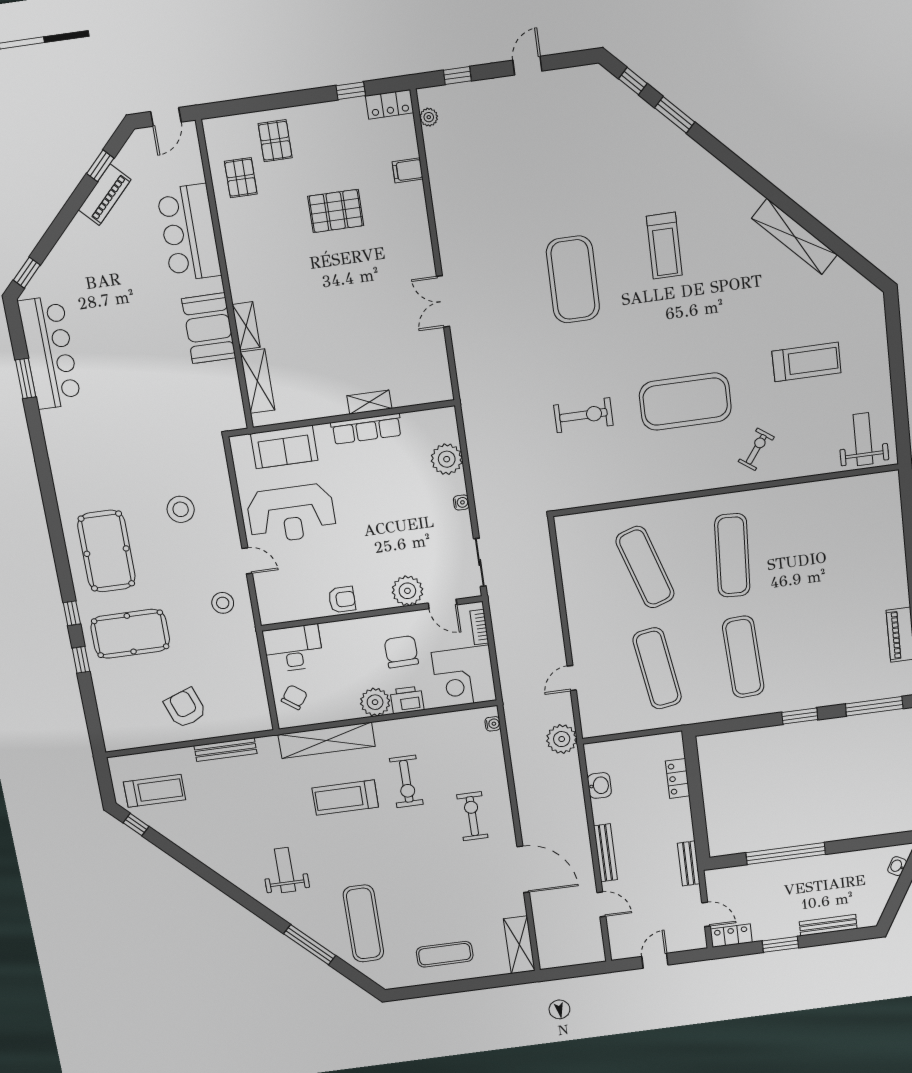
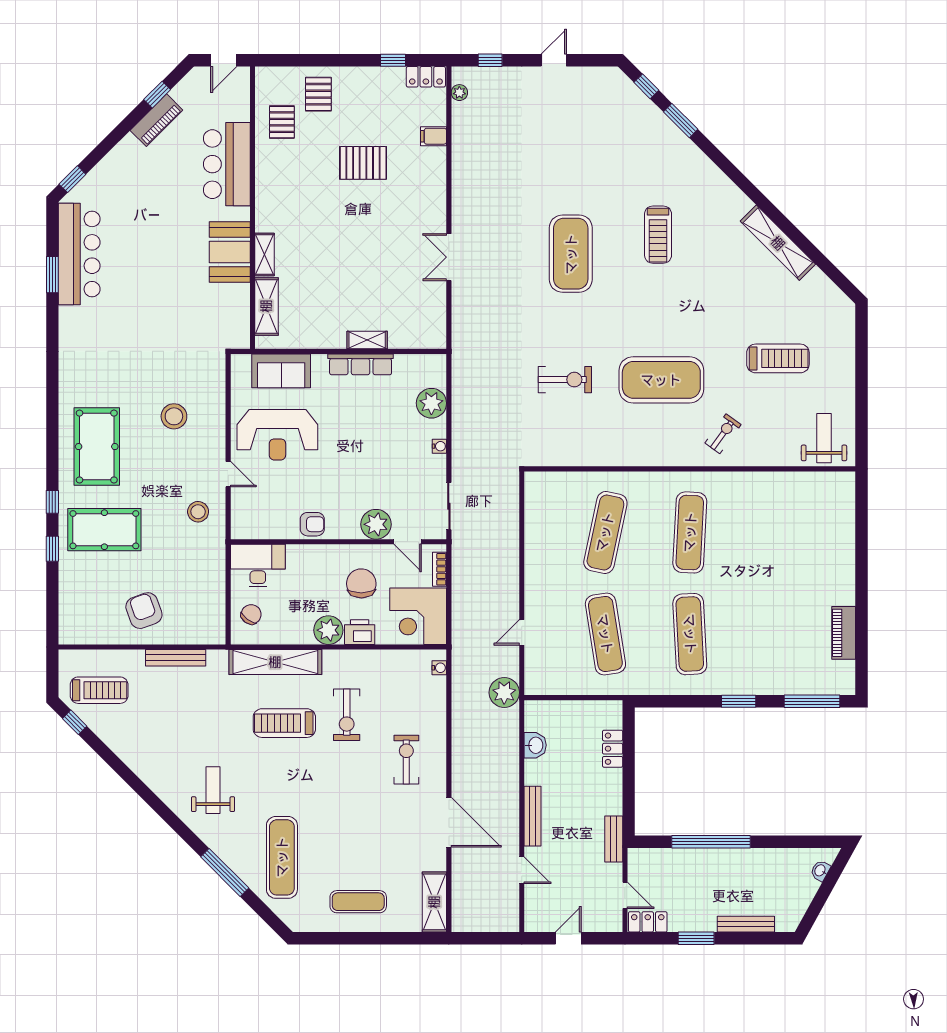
exercise mat: (645, 567) -> (605, 532), turned 30

